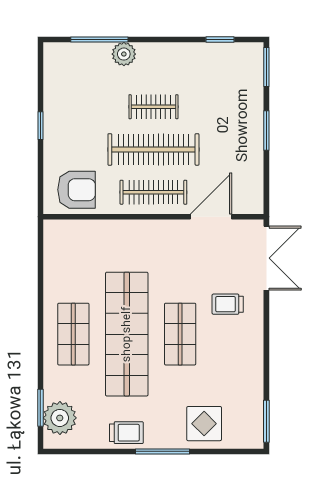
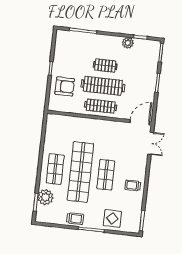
plant: (124, 54) -> (128, 43), moved
armchair: (76, 190) -> (65, 87), moved
door: (211, 217) -> (140, 122), moved
double door: (266, 258) -> (151, 143), width x0.73
trolley: (228, 304) -> (133, 185), moved
plant: (60, 418) -> (45, 197), moved

